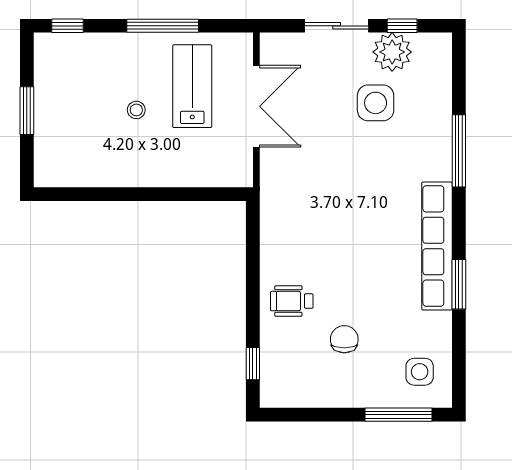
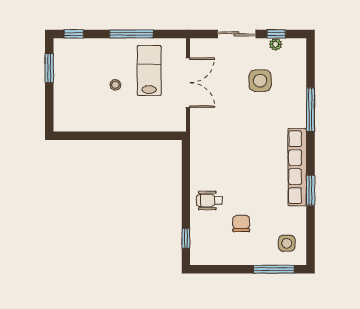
plant: (392, 52) -> (276, 44), width x0.53, depth x0.53
window: (27, 111) -> (49, 68), moved

